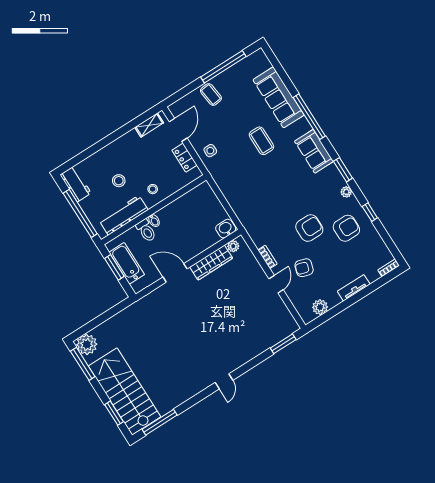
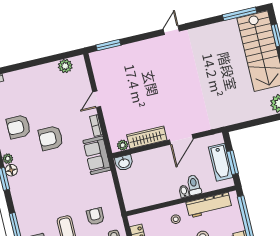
sofa: (314, 151) -> (97, 155), moved, turned 180
floor lamp: (339, 181) -> (11, 170), added
armchair: (304, 268) -> (95, 216), moved, turned -107
door: (175, 273) -> (181, 139), hinge flipped
tv unit: (354, 288) -> (30, 73), removed

